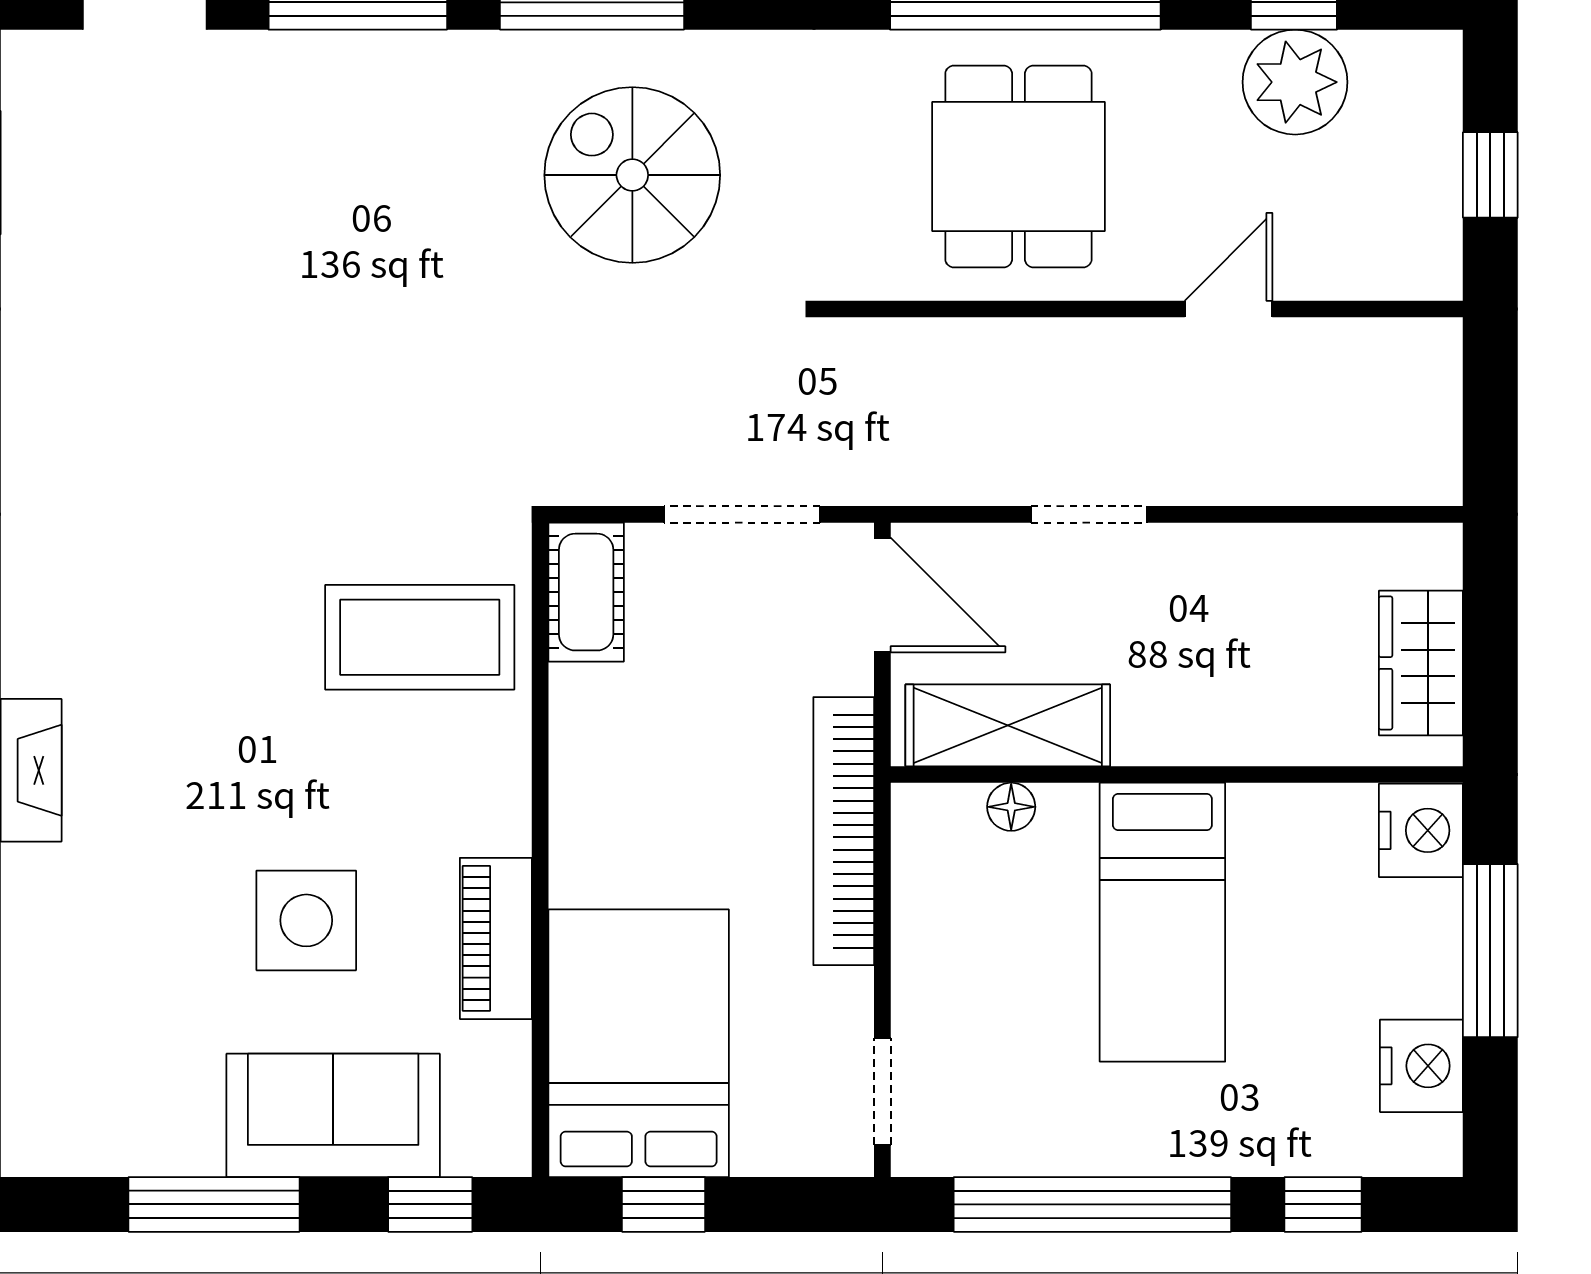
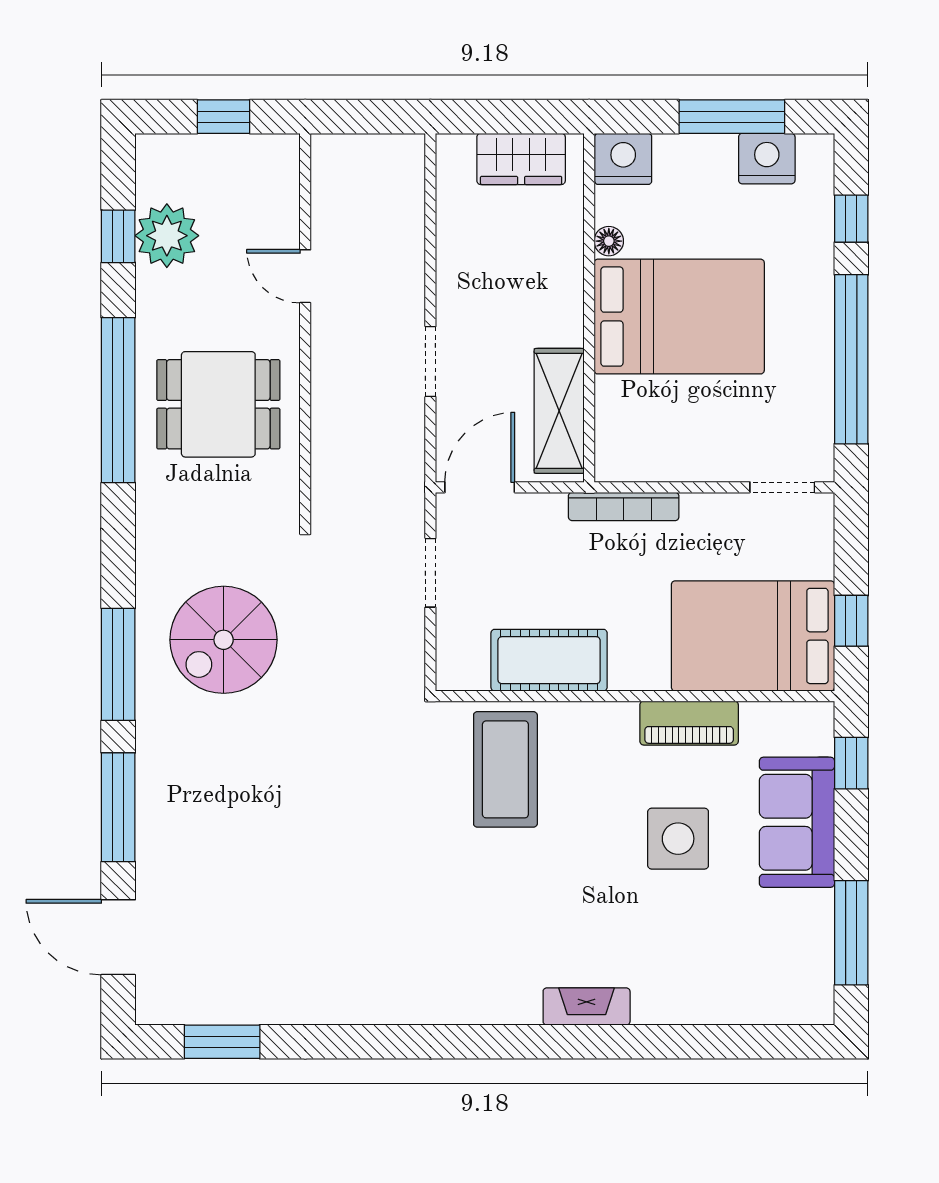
doorway: (742, 514) -> (430, 573), width x0.73
cot: (586, 592) -> (549, 660), moved, width x1.37, depth x1.34
floor lamp: (1011, 807) -> (609, 241), moved
bookcase: (844, 831) -> (624, 506), width x0.68, depth x0.76
bed: (1162, 922) -> (679, 317), width x1.50
window: (1490, 951) -> (732, 117), moved
window: (214, 1204) -> (851, 933), moved

